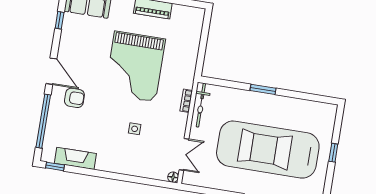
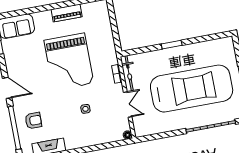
armchair: (74, 98) -> (33, 121), moved
car: (268, 150) -> (192, 89), turned 180
double door: (184, 154) -> (128, 105), moved

